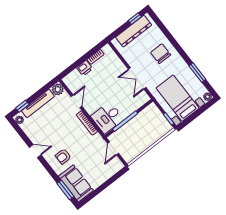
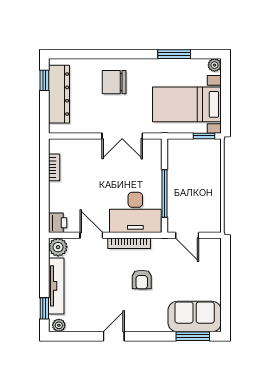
printer: (85, 68) -> (58, 223), moved
desk: (107, 118) -> (135, 212), width x1.37
armchair: (63, 156) -> (142, 280), moved

